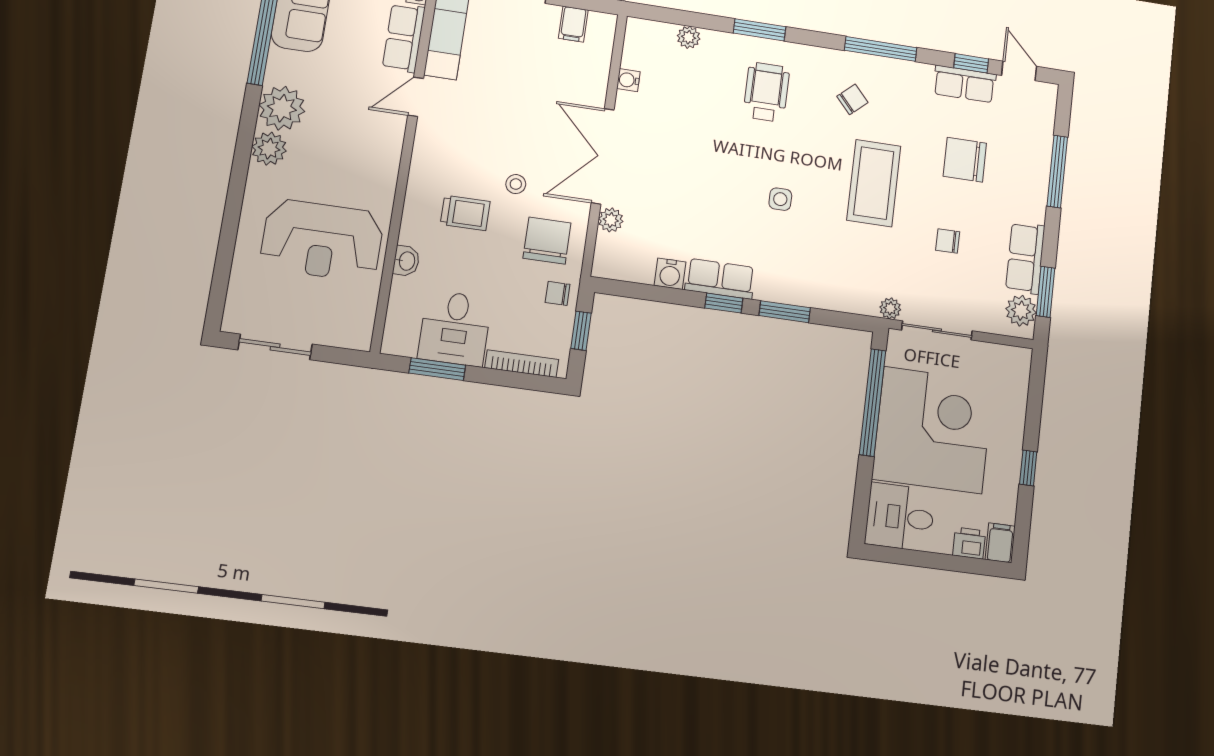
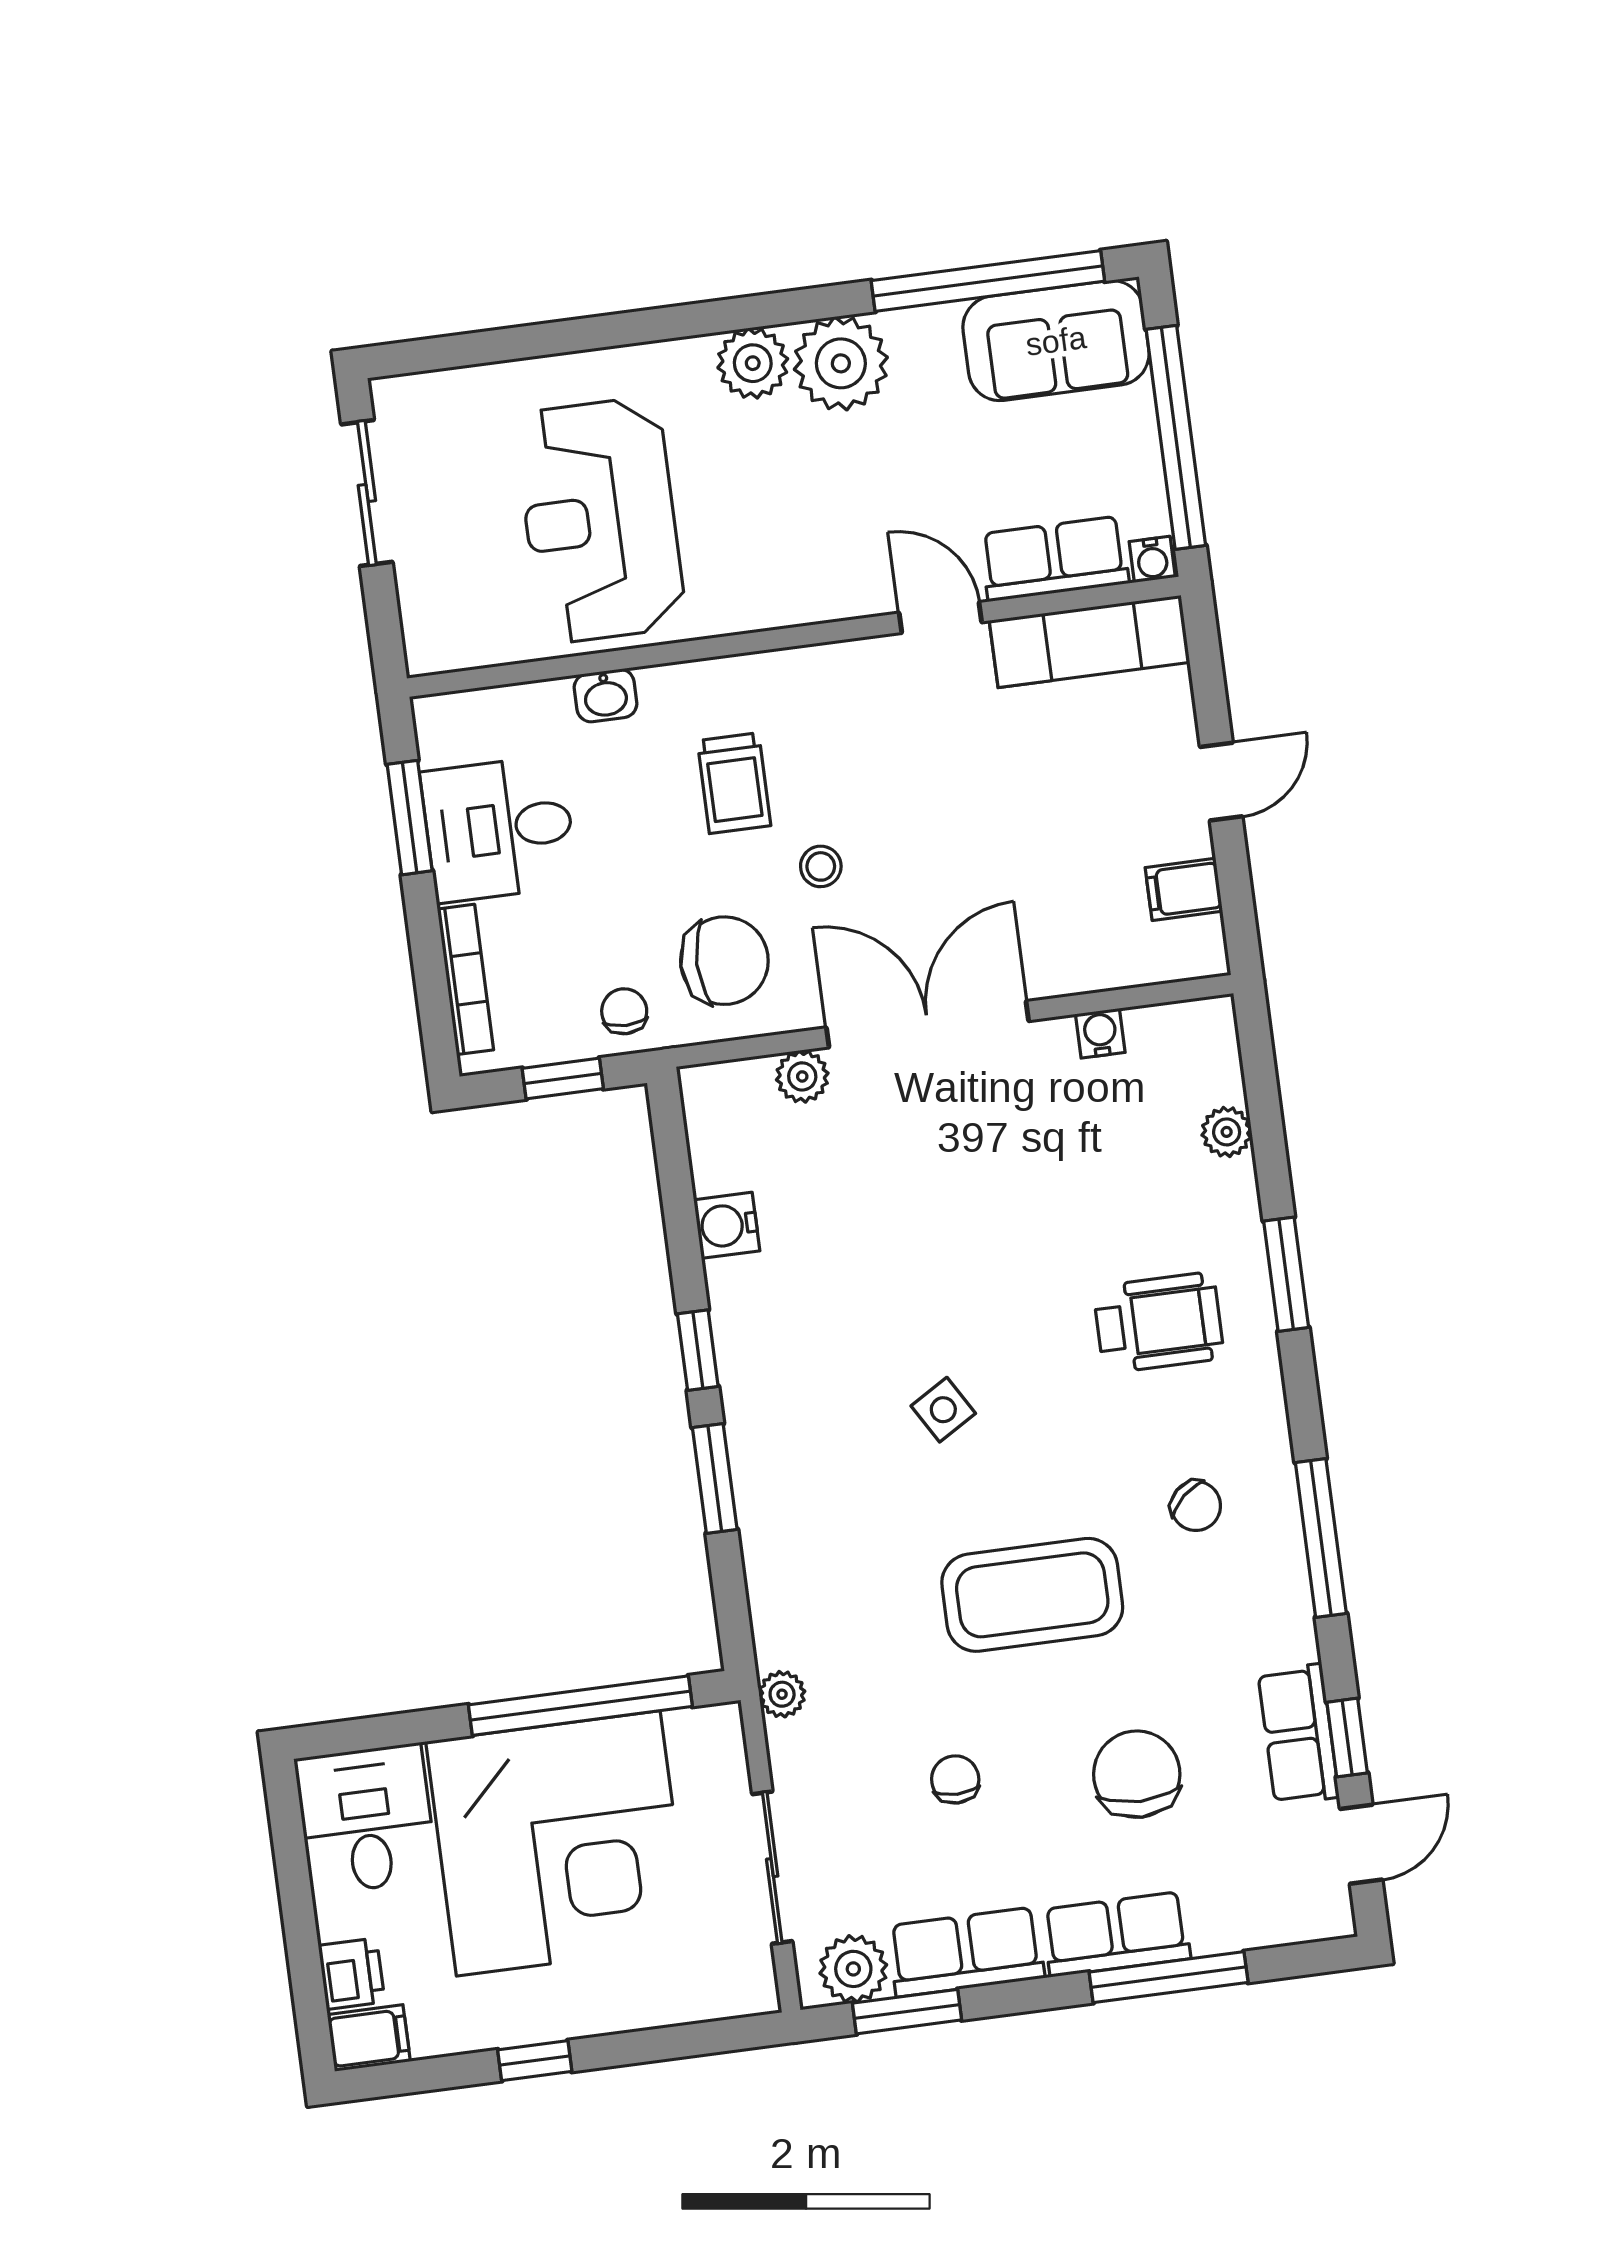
side table: (780, 199) -> (943, 1410), turned -31
row of seats: (720, 279) -> (1116, 1934), moved, turned -90
sliding door: (937, 330) -> (772, 1868), moved

